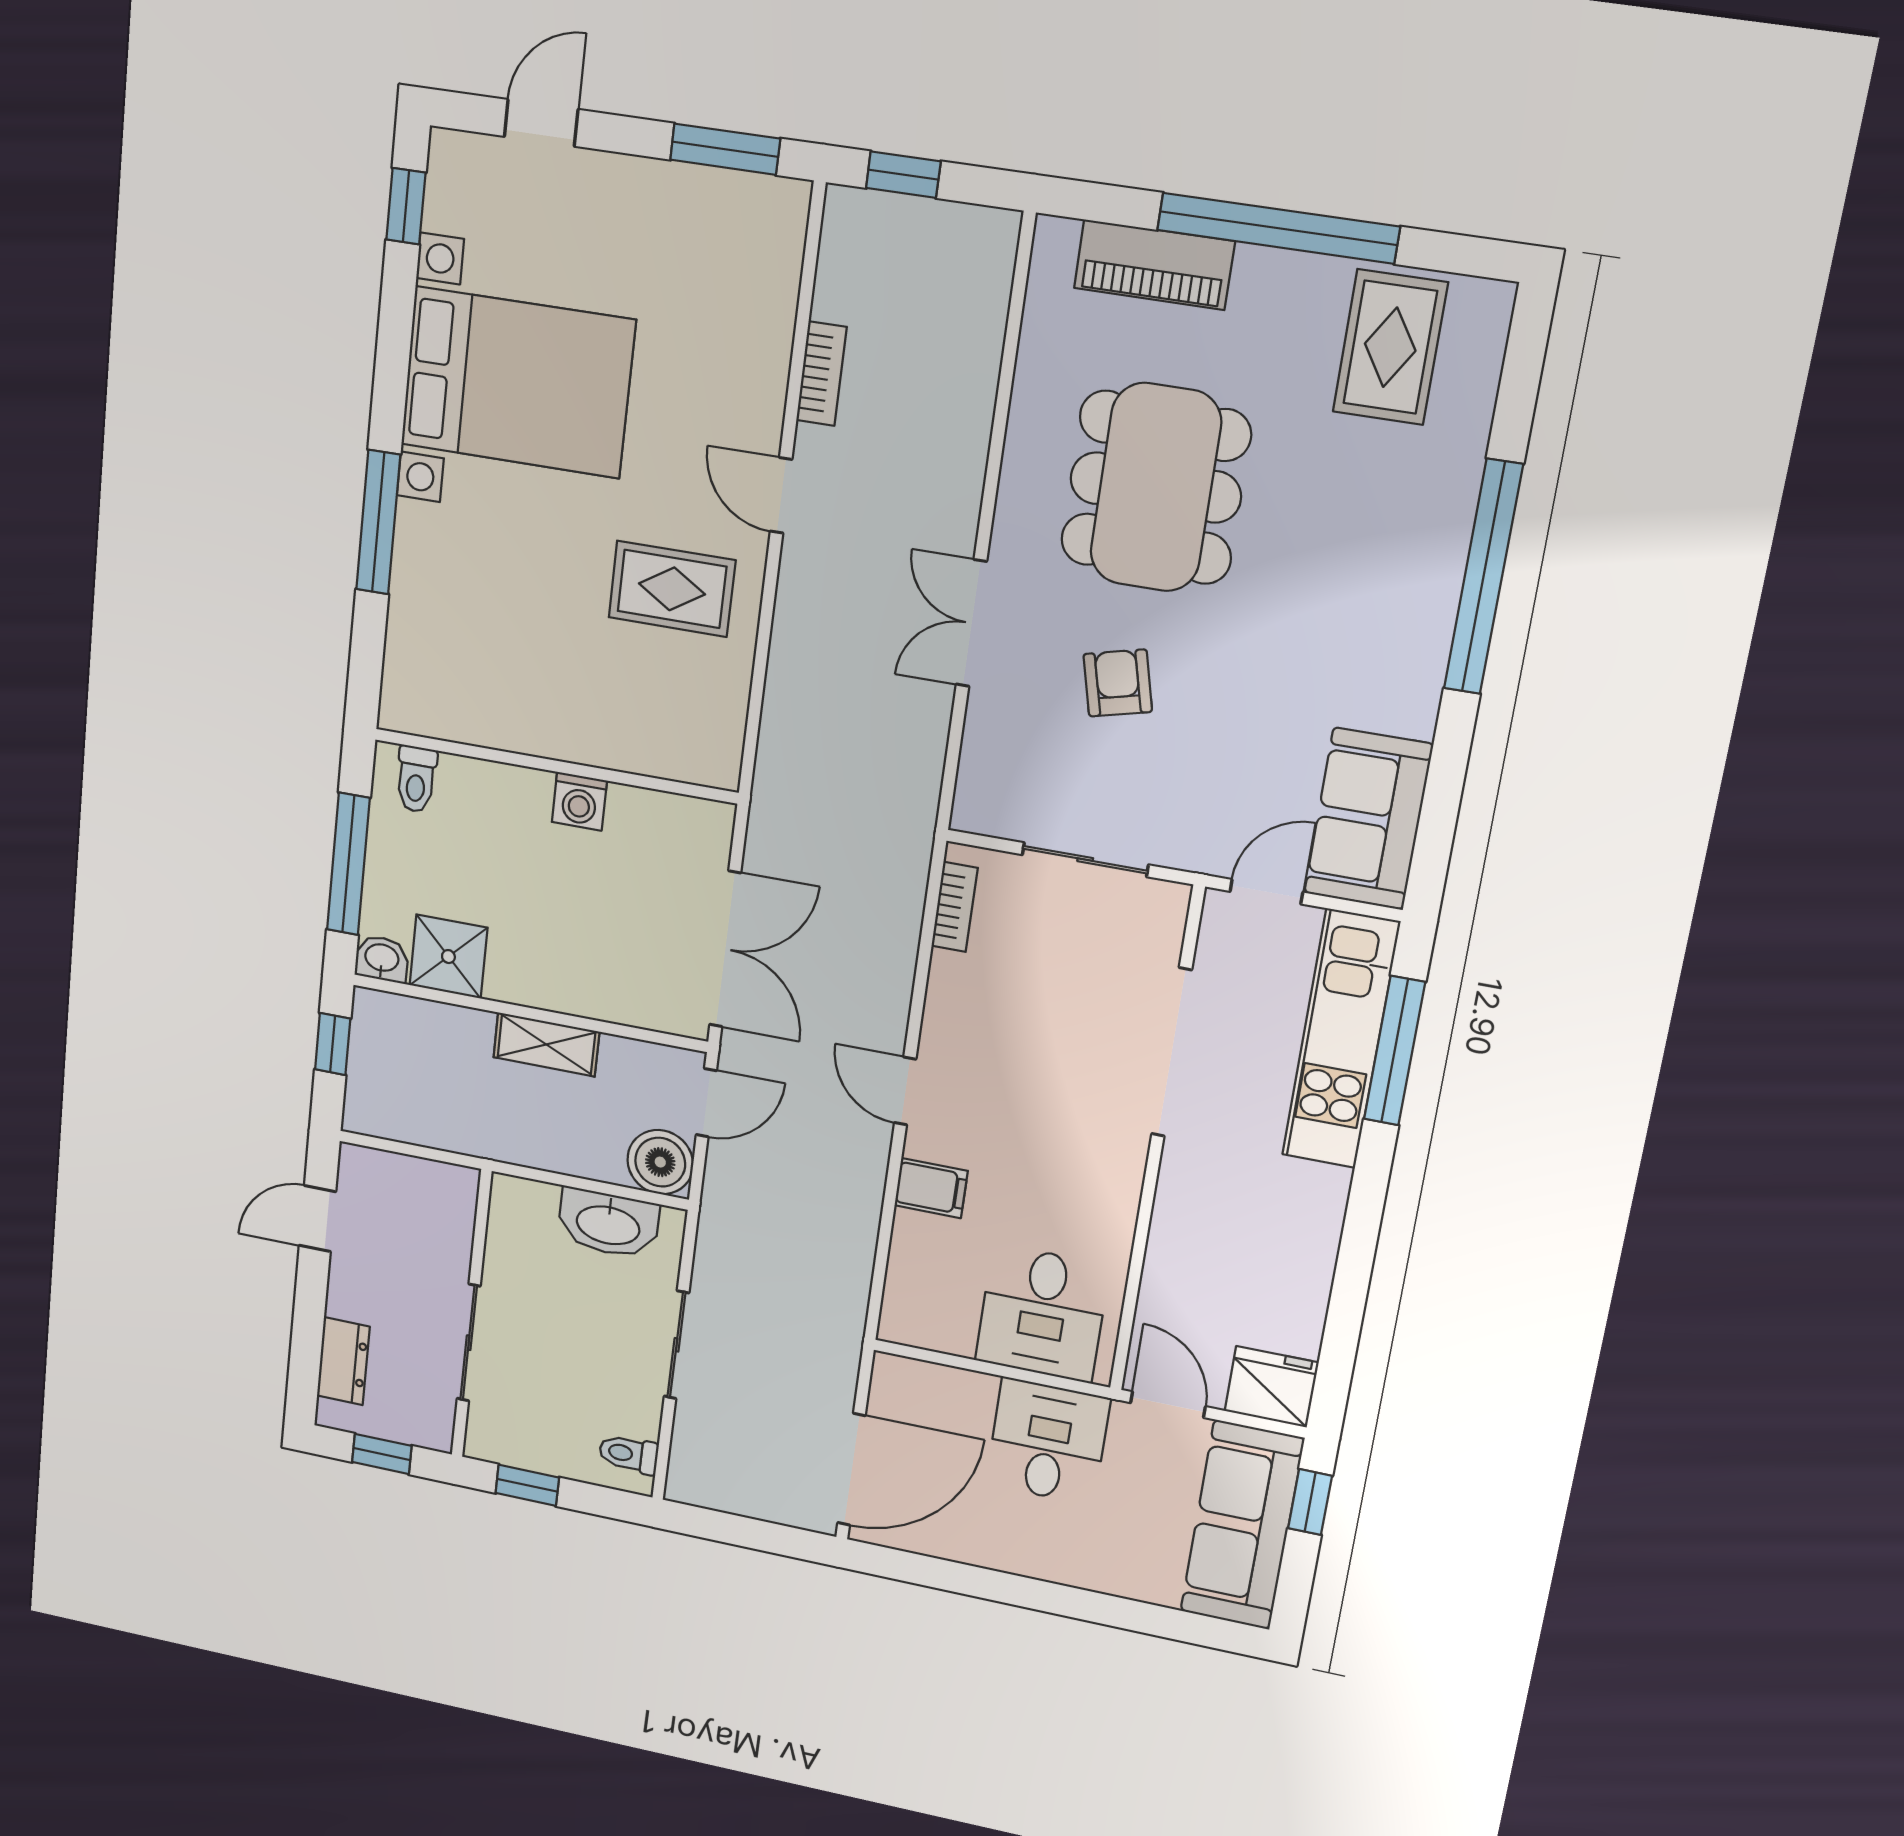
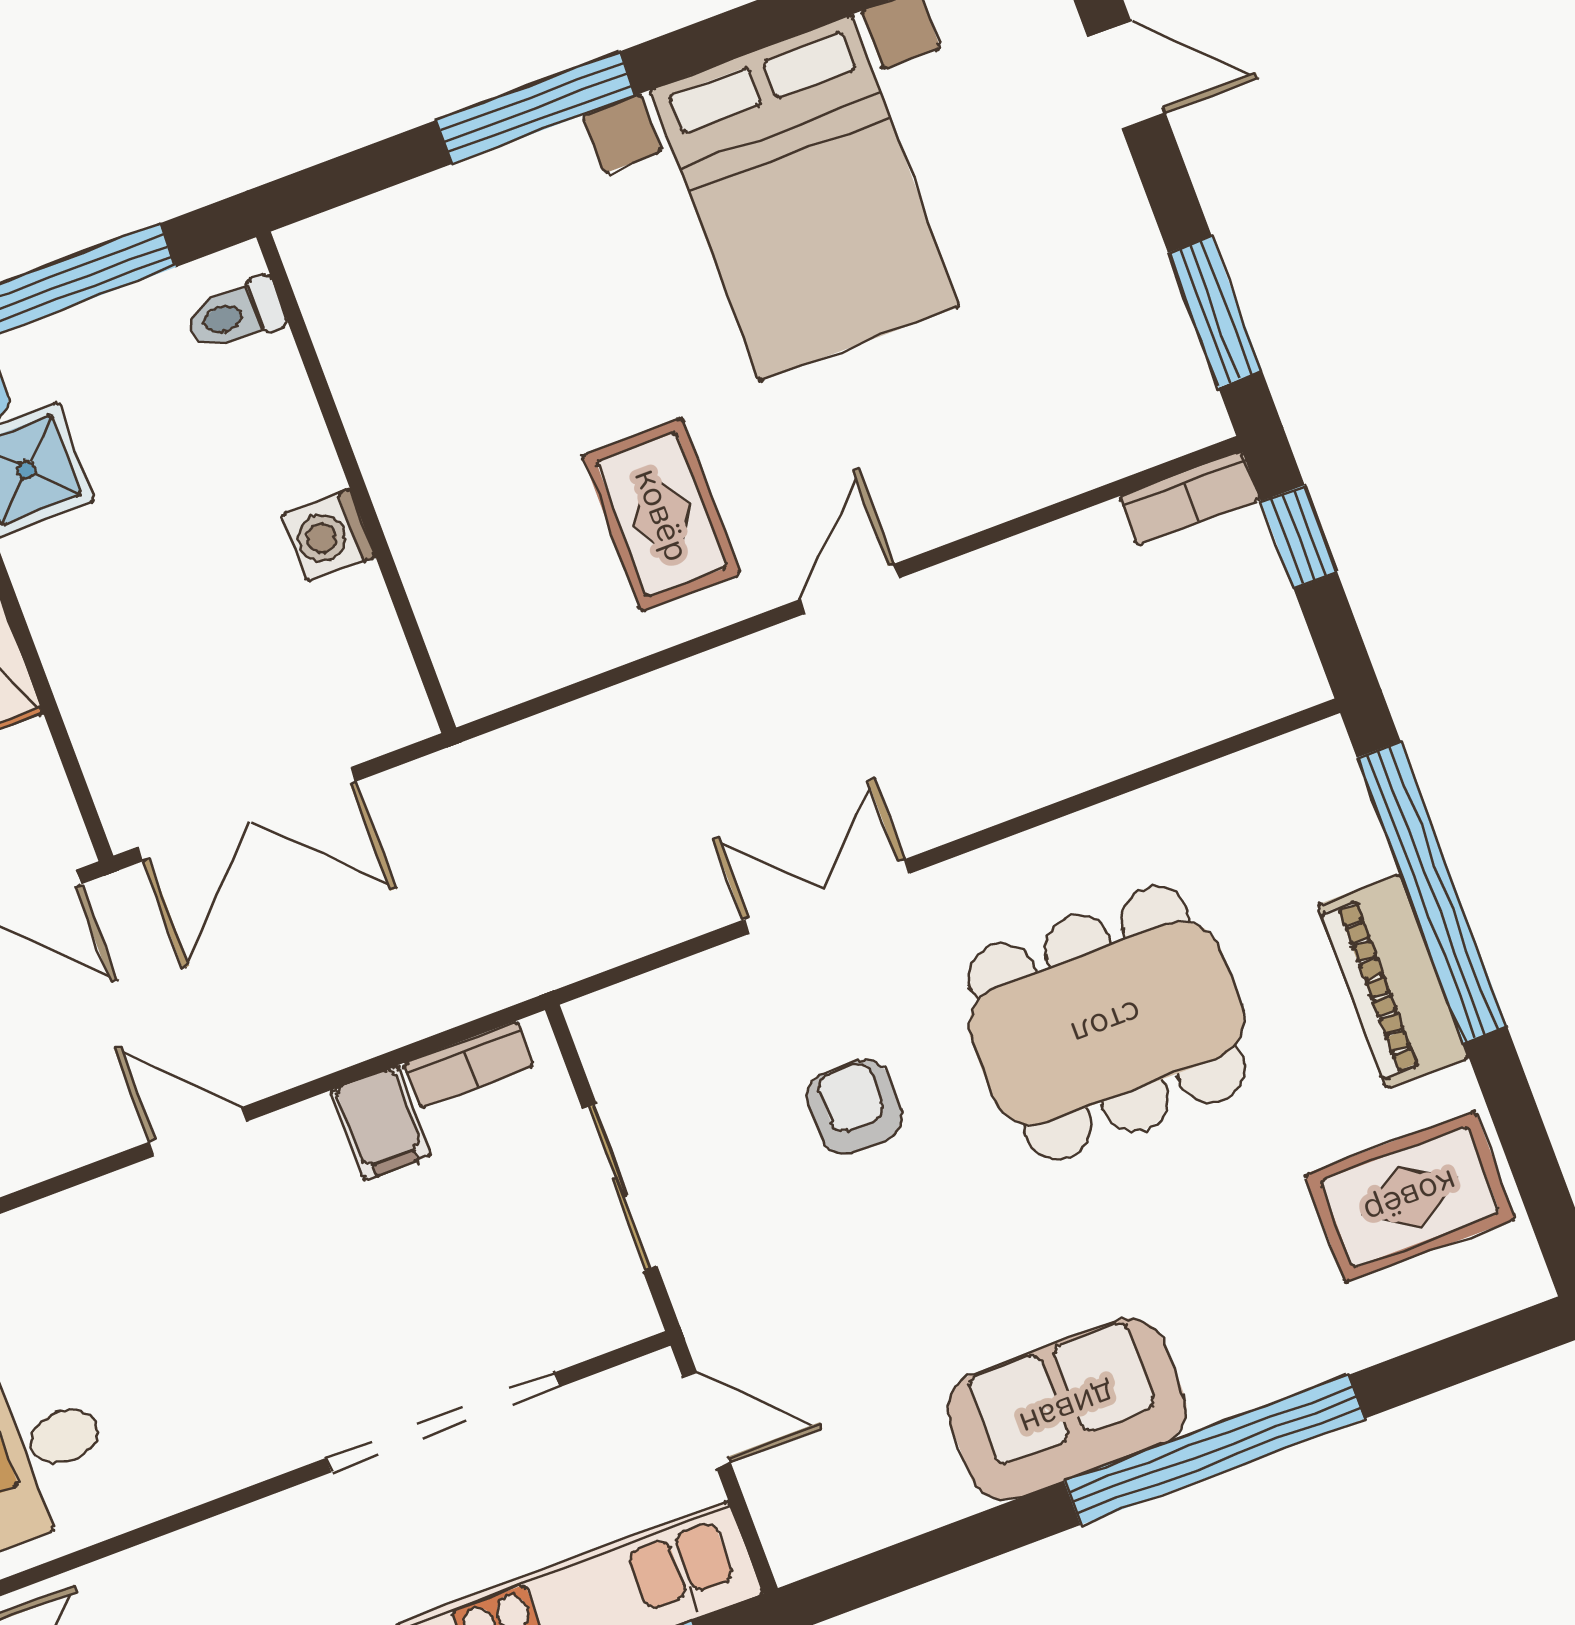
window: (1278, 228) -> (1432, 892), moved
piano: (1154, 265) -> (1393, 981), moved
bookcase: (821, 374) -> (1190, 498), moved
armchair: (1118, 683) -> (854, 1107), turned -76
sofa: (1368, 819) -> (1067, 1409), moved
door: (905, 1091) -> (198, 1132), hinge flipped
filing cabinet: (931, 1188) -> (381, 1123), moved

